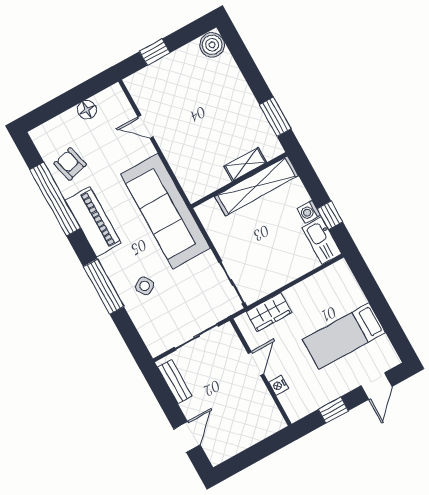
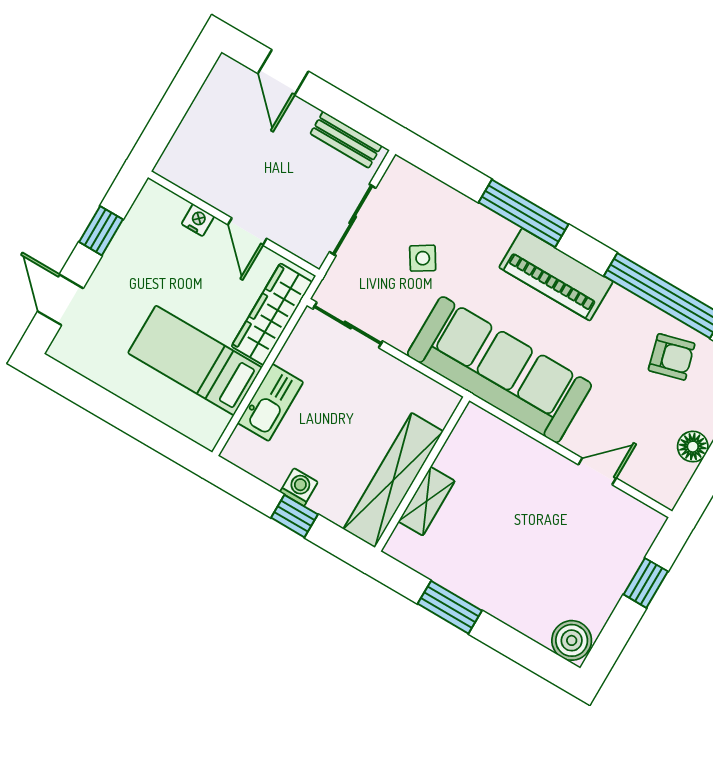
window: (275, 117) -> (450, 607), moved
window: (330, 215) -> (294, 516), moved
piano: (93, 222) -> (556, 274), moved
kitchen sink: (322, 241) -> (270, 403), moved, turned 90
side table: (145, 286) -> (423, 258), moved
wardrobe: (269, 312) -> (272, 314), width x1.50
bed: (344, 336) -> (195, 360), moved, turned -90

